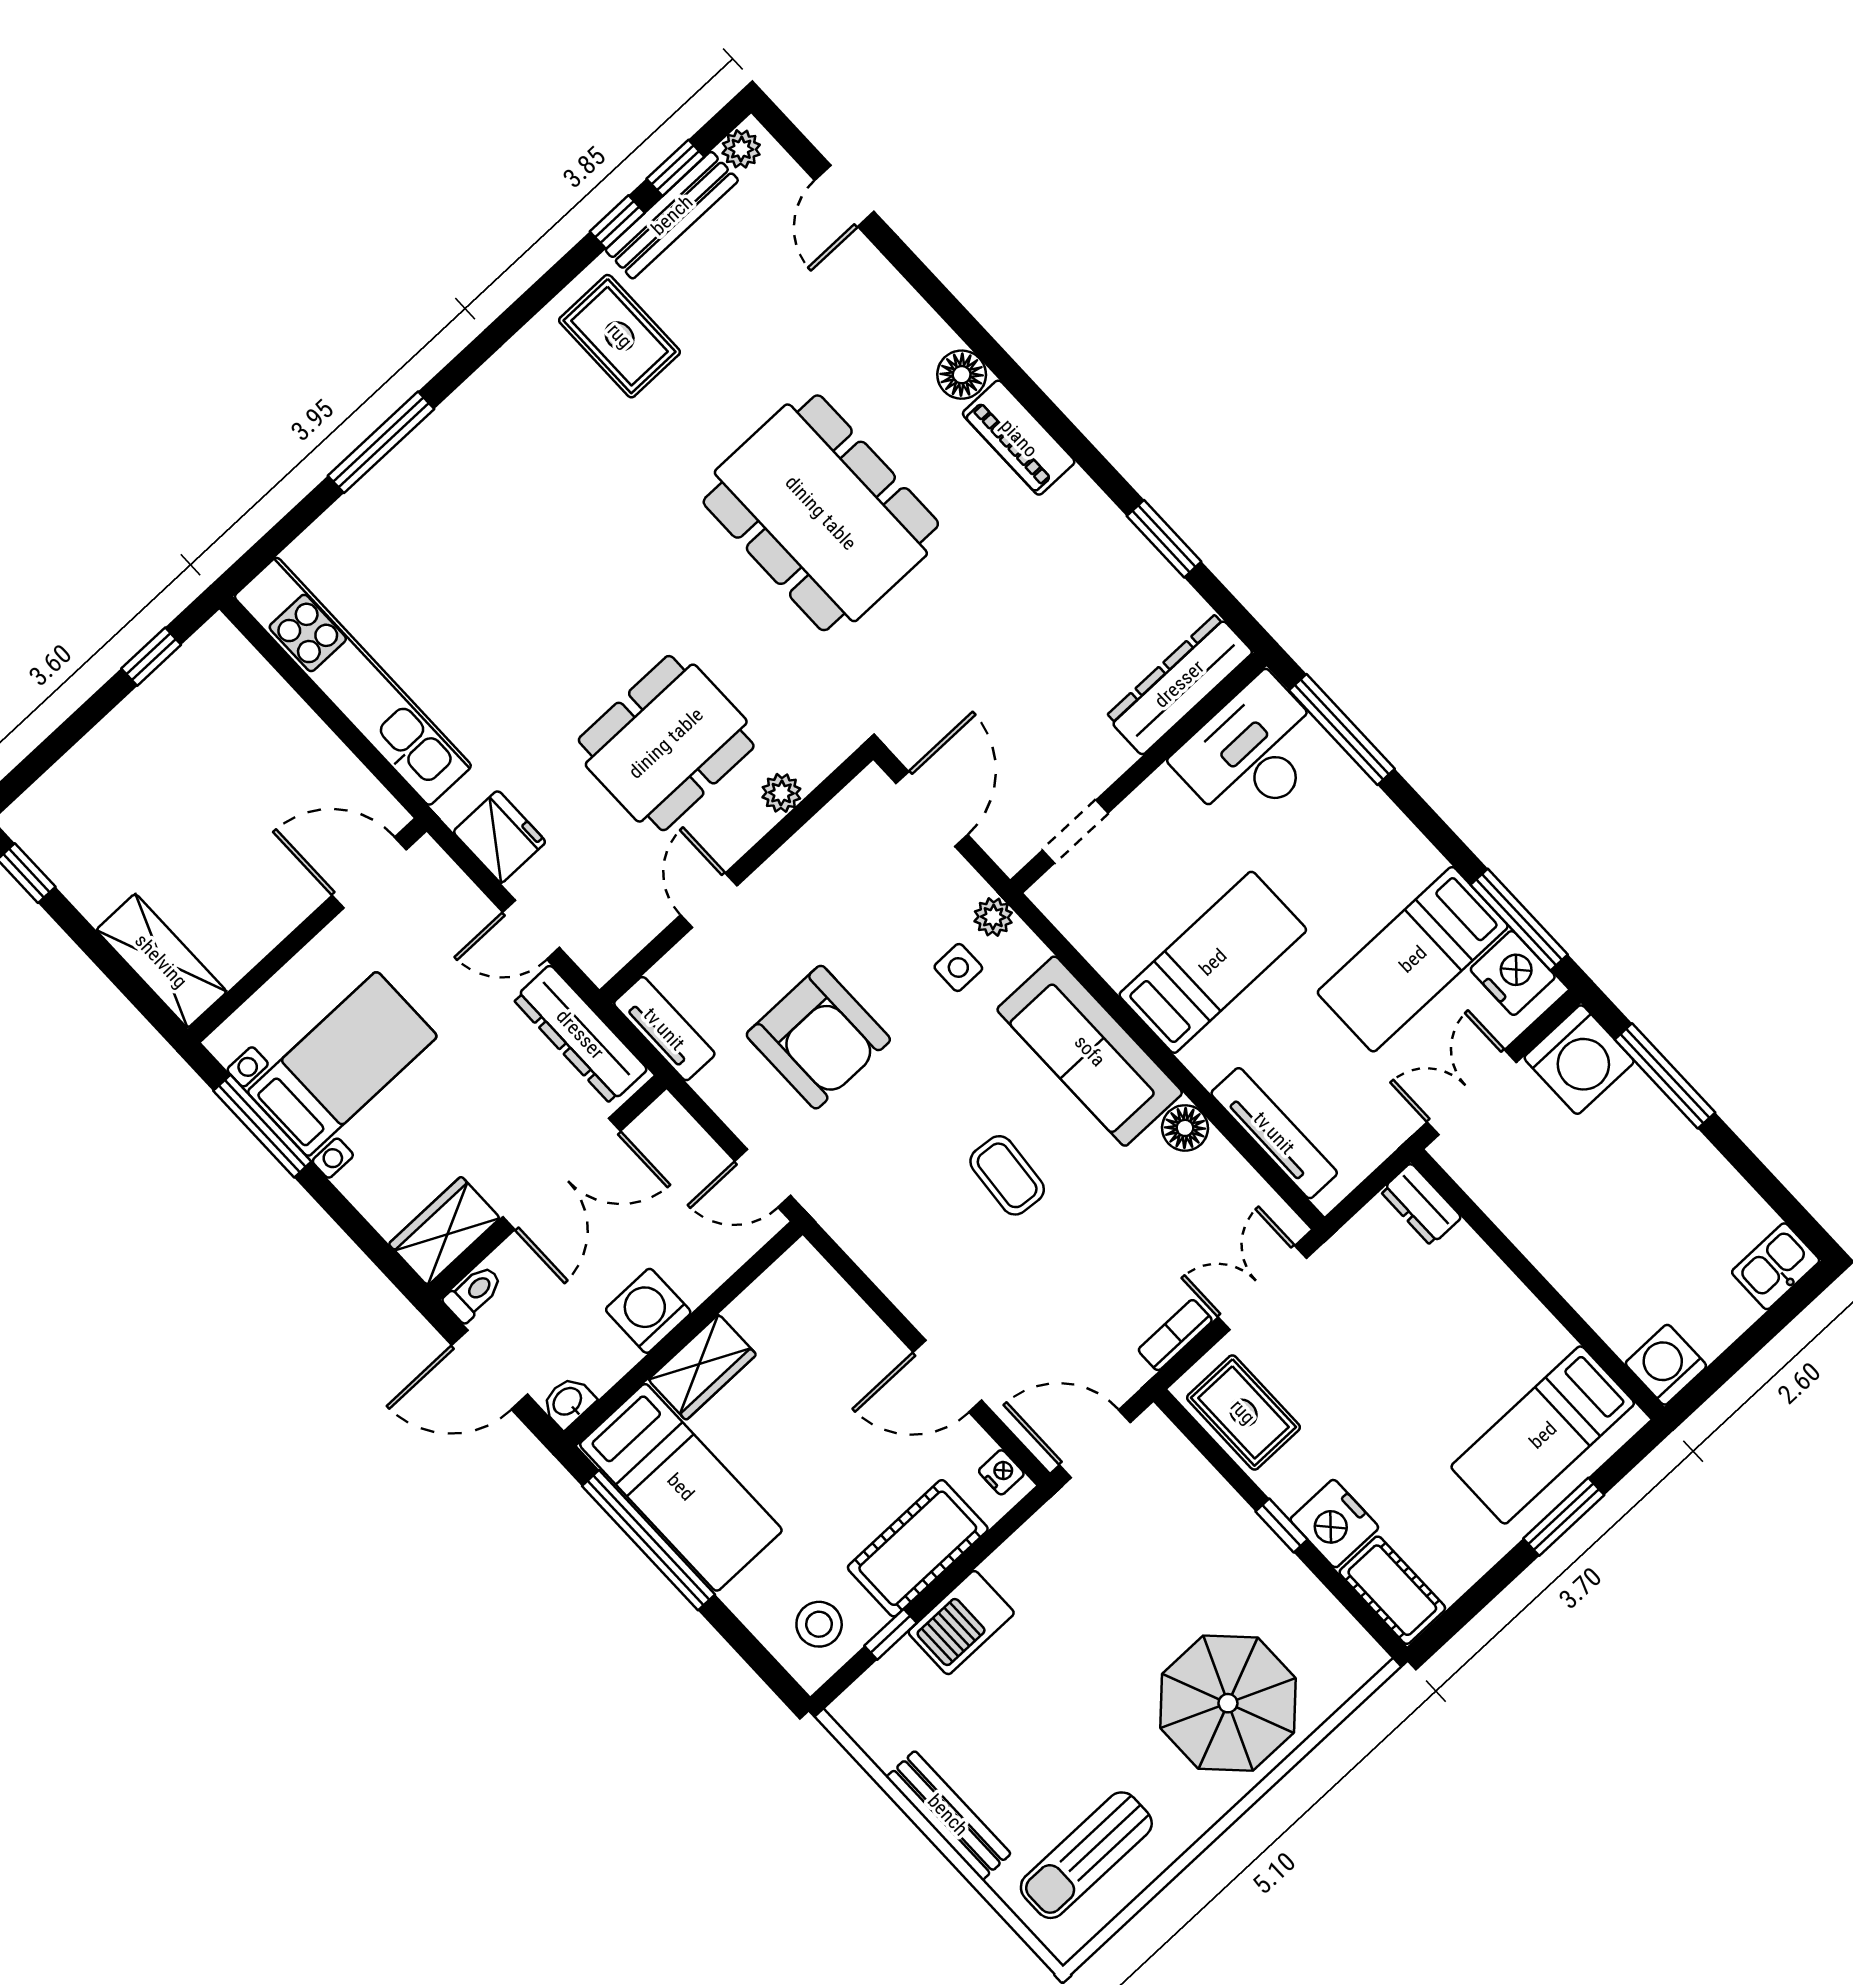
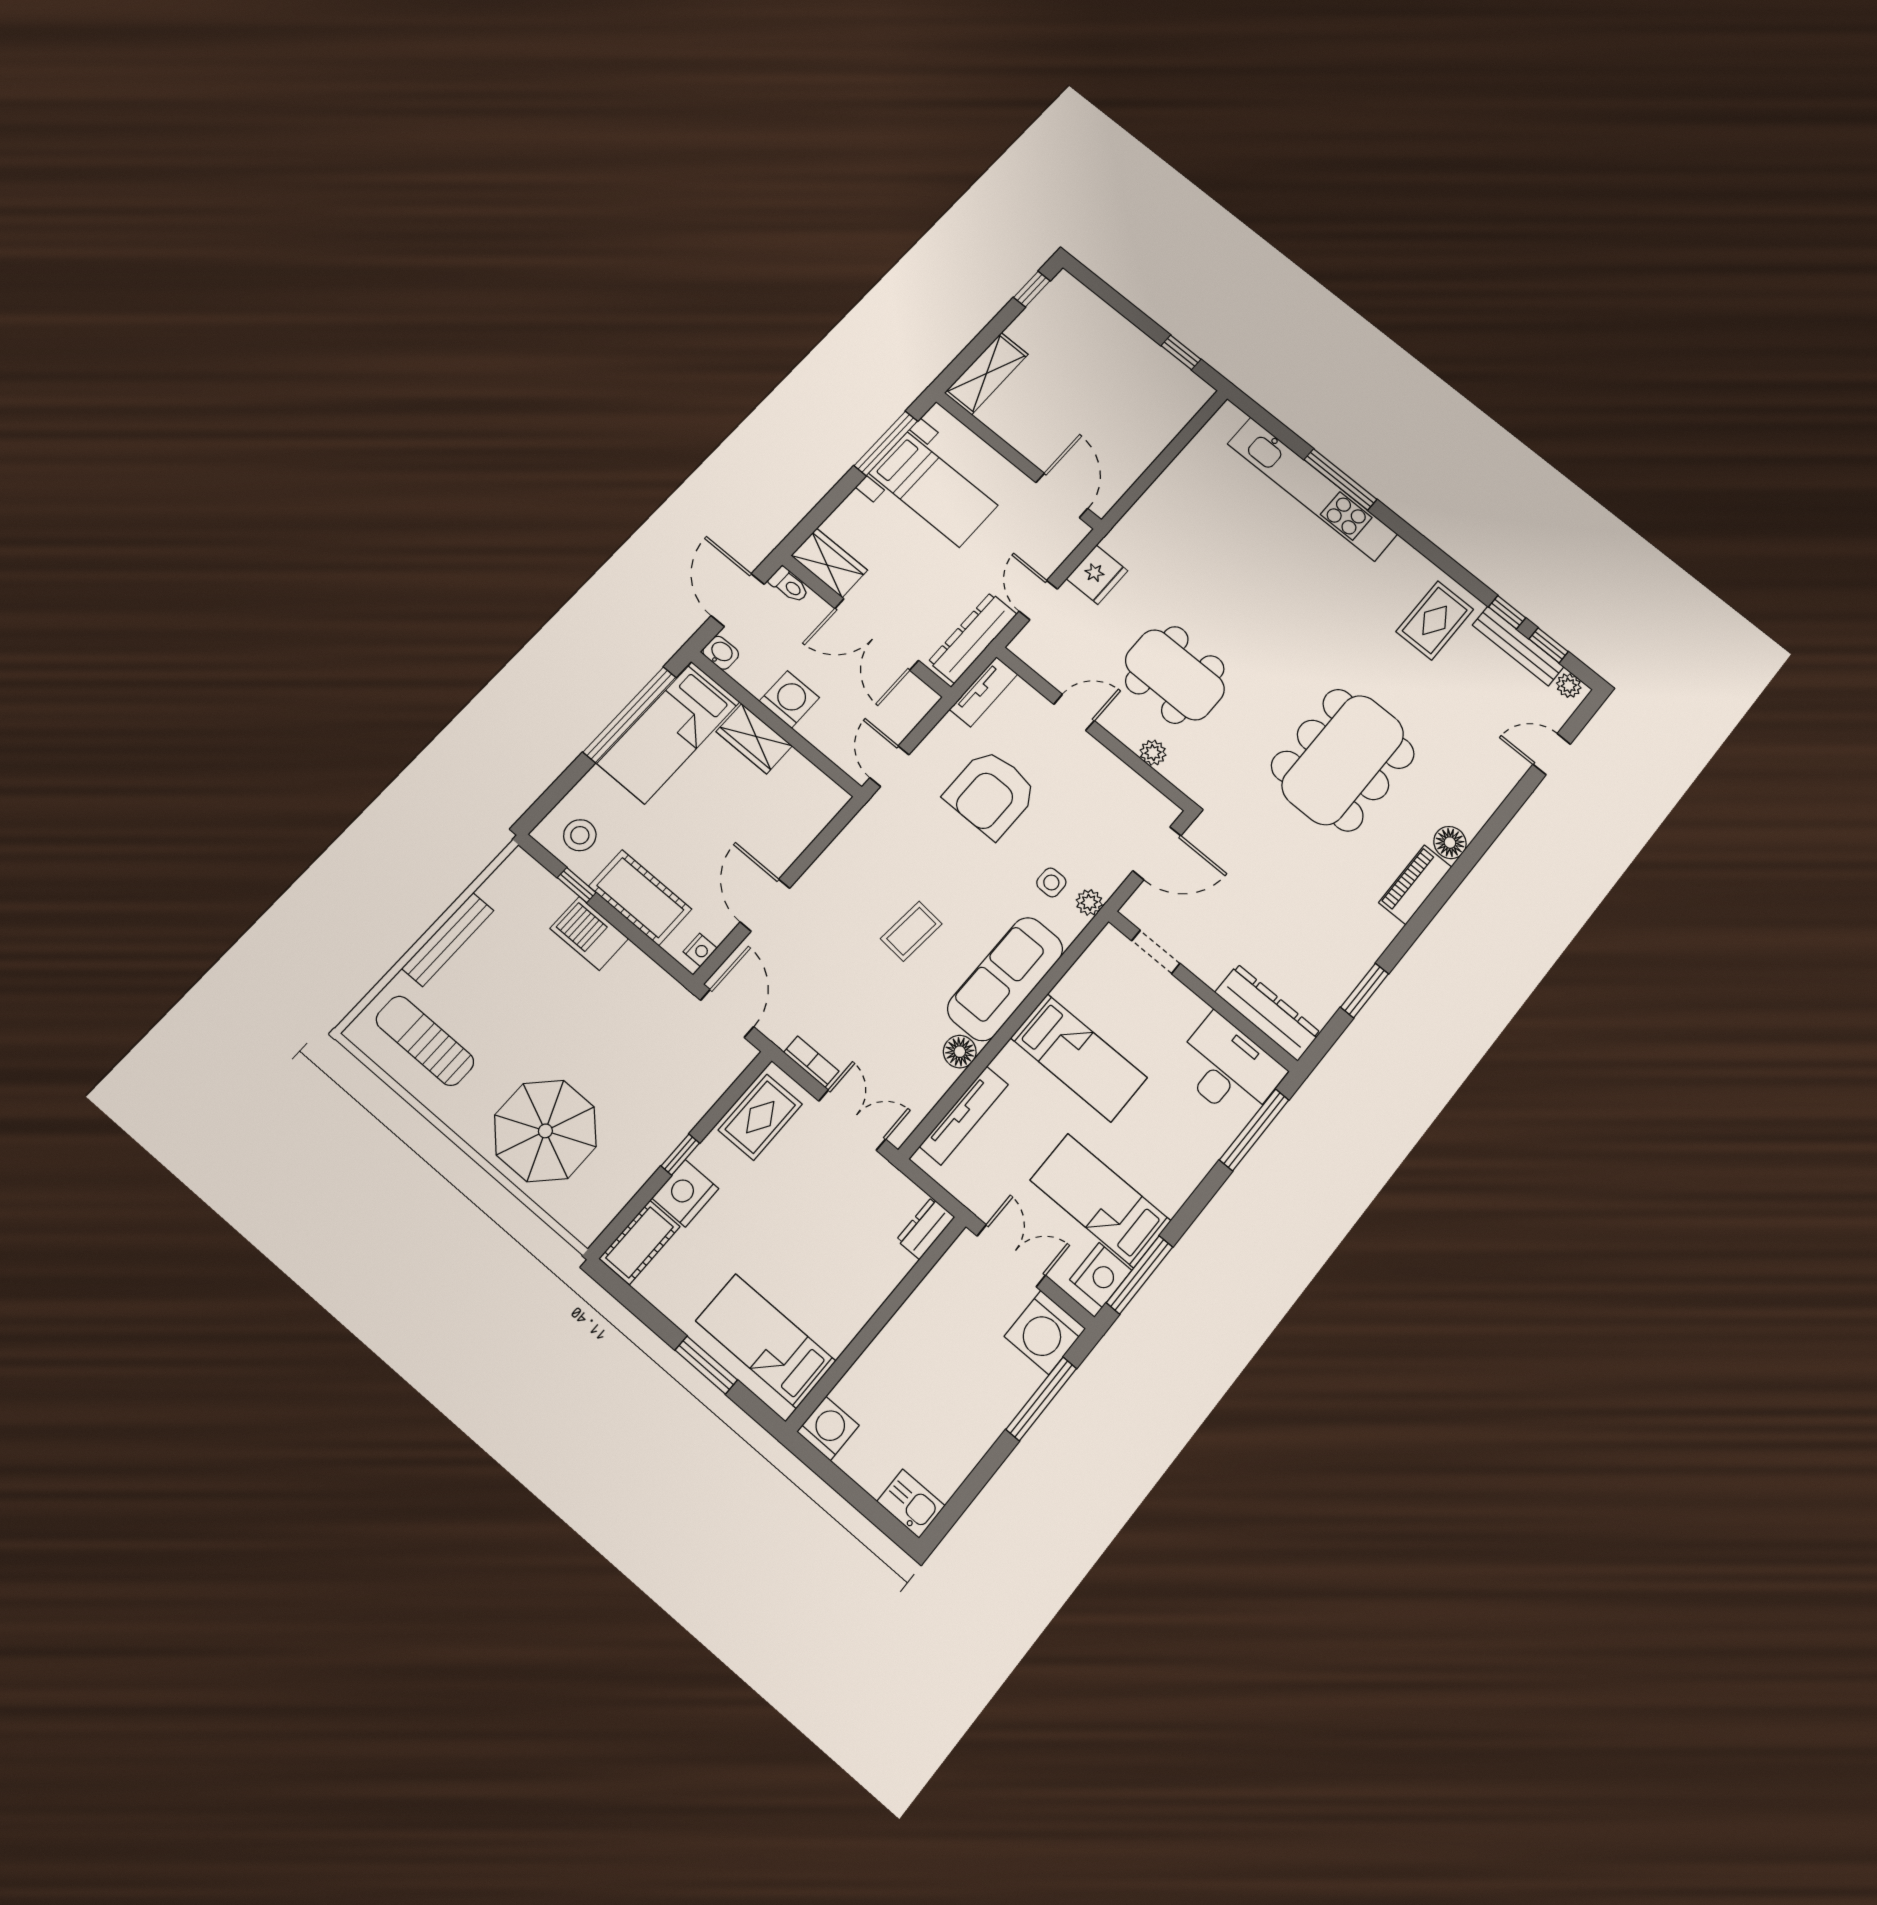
kitchen unit: (353, 681) -> (1312, 489), moved, turned 90

